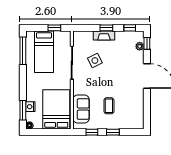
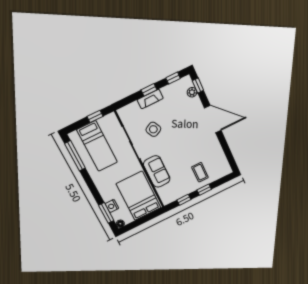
coffee table: (109, 106) -> (200, 172), moved
sofa: (81, 109) -> (157, 171), moved

